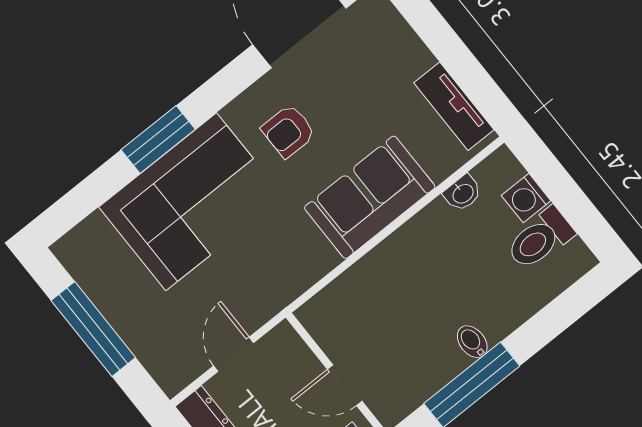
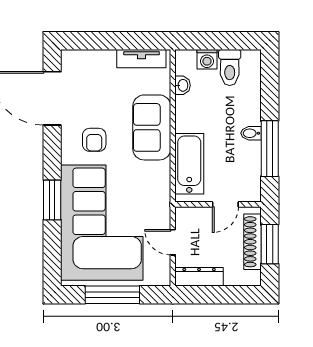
corner sofa: (191, 202) -> (102, 223), width x1.36, depth x1.36
bathtub: (361, 290) -> (189, 164), added

